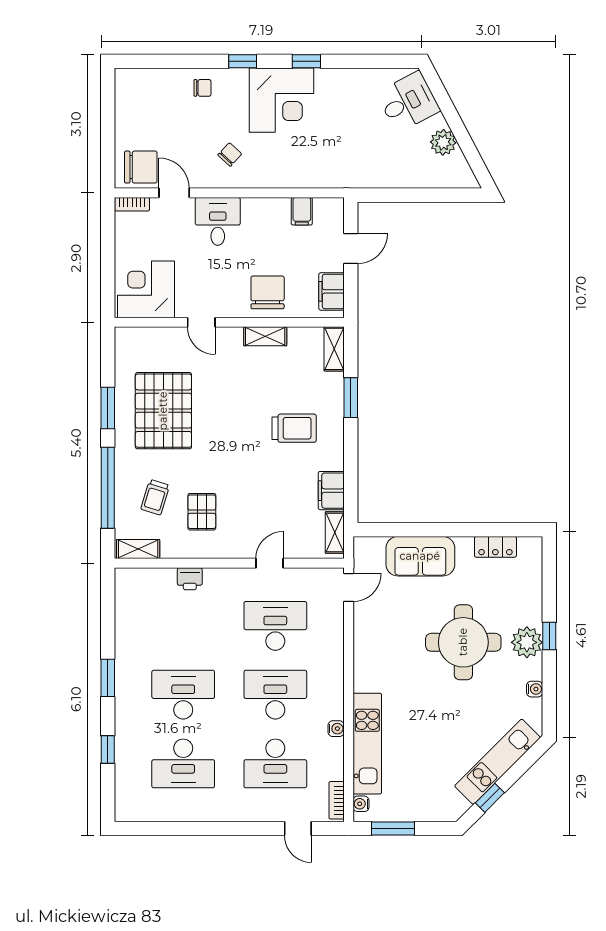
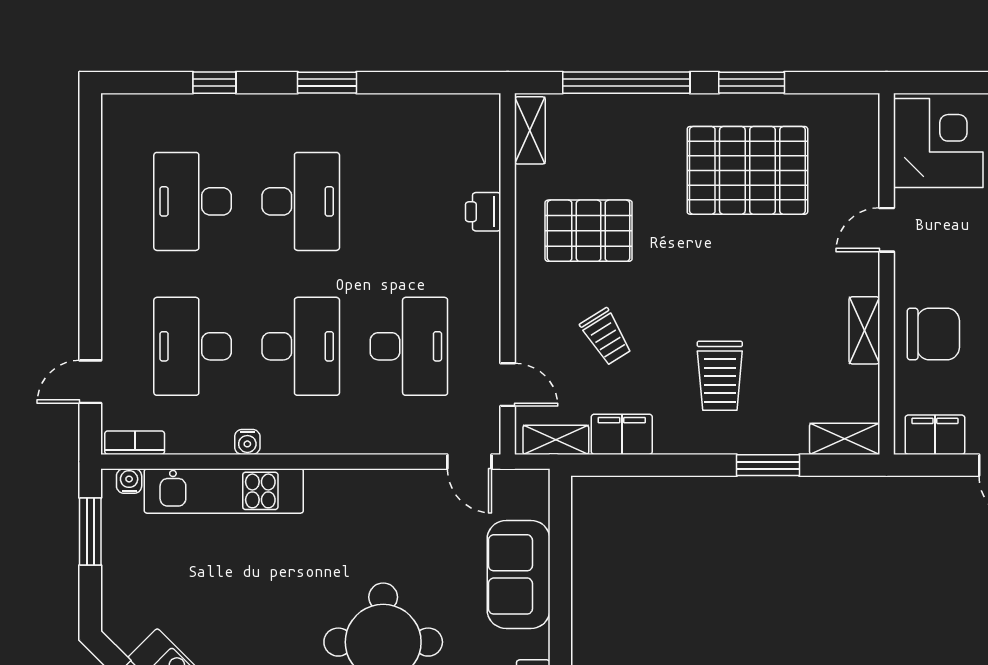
trolley: (155, 497) -> (606, 337), moved, turned -139
pallet: (202, 512) -> (589, 231), width x1.50, depth x1.42
door: (270, 563) -> (508, 385), moved

